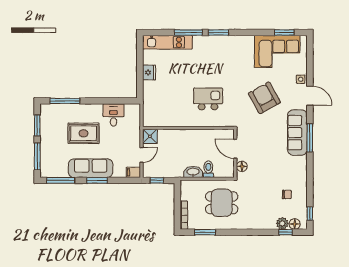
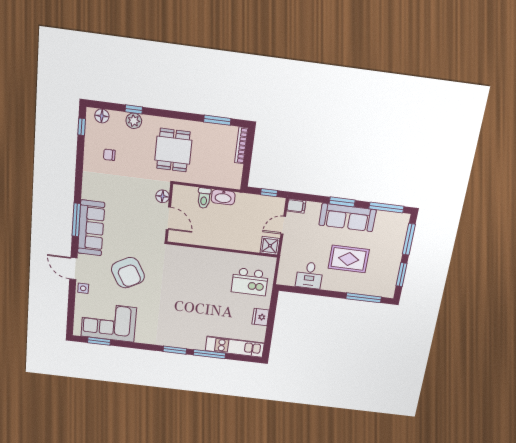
kitchen island: (208, 99) -> (250, 282), moved
dining table: (222, 203) -> (173, 150), moved, turned 90
plant: (282, 223) -> (134, 121), moved
window: (285, 232) -> (134, 109), moved

